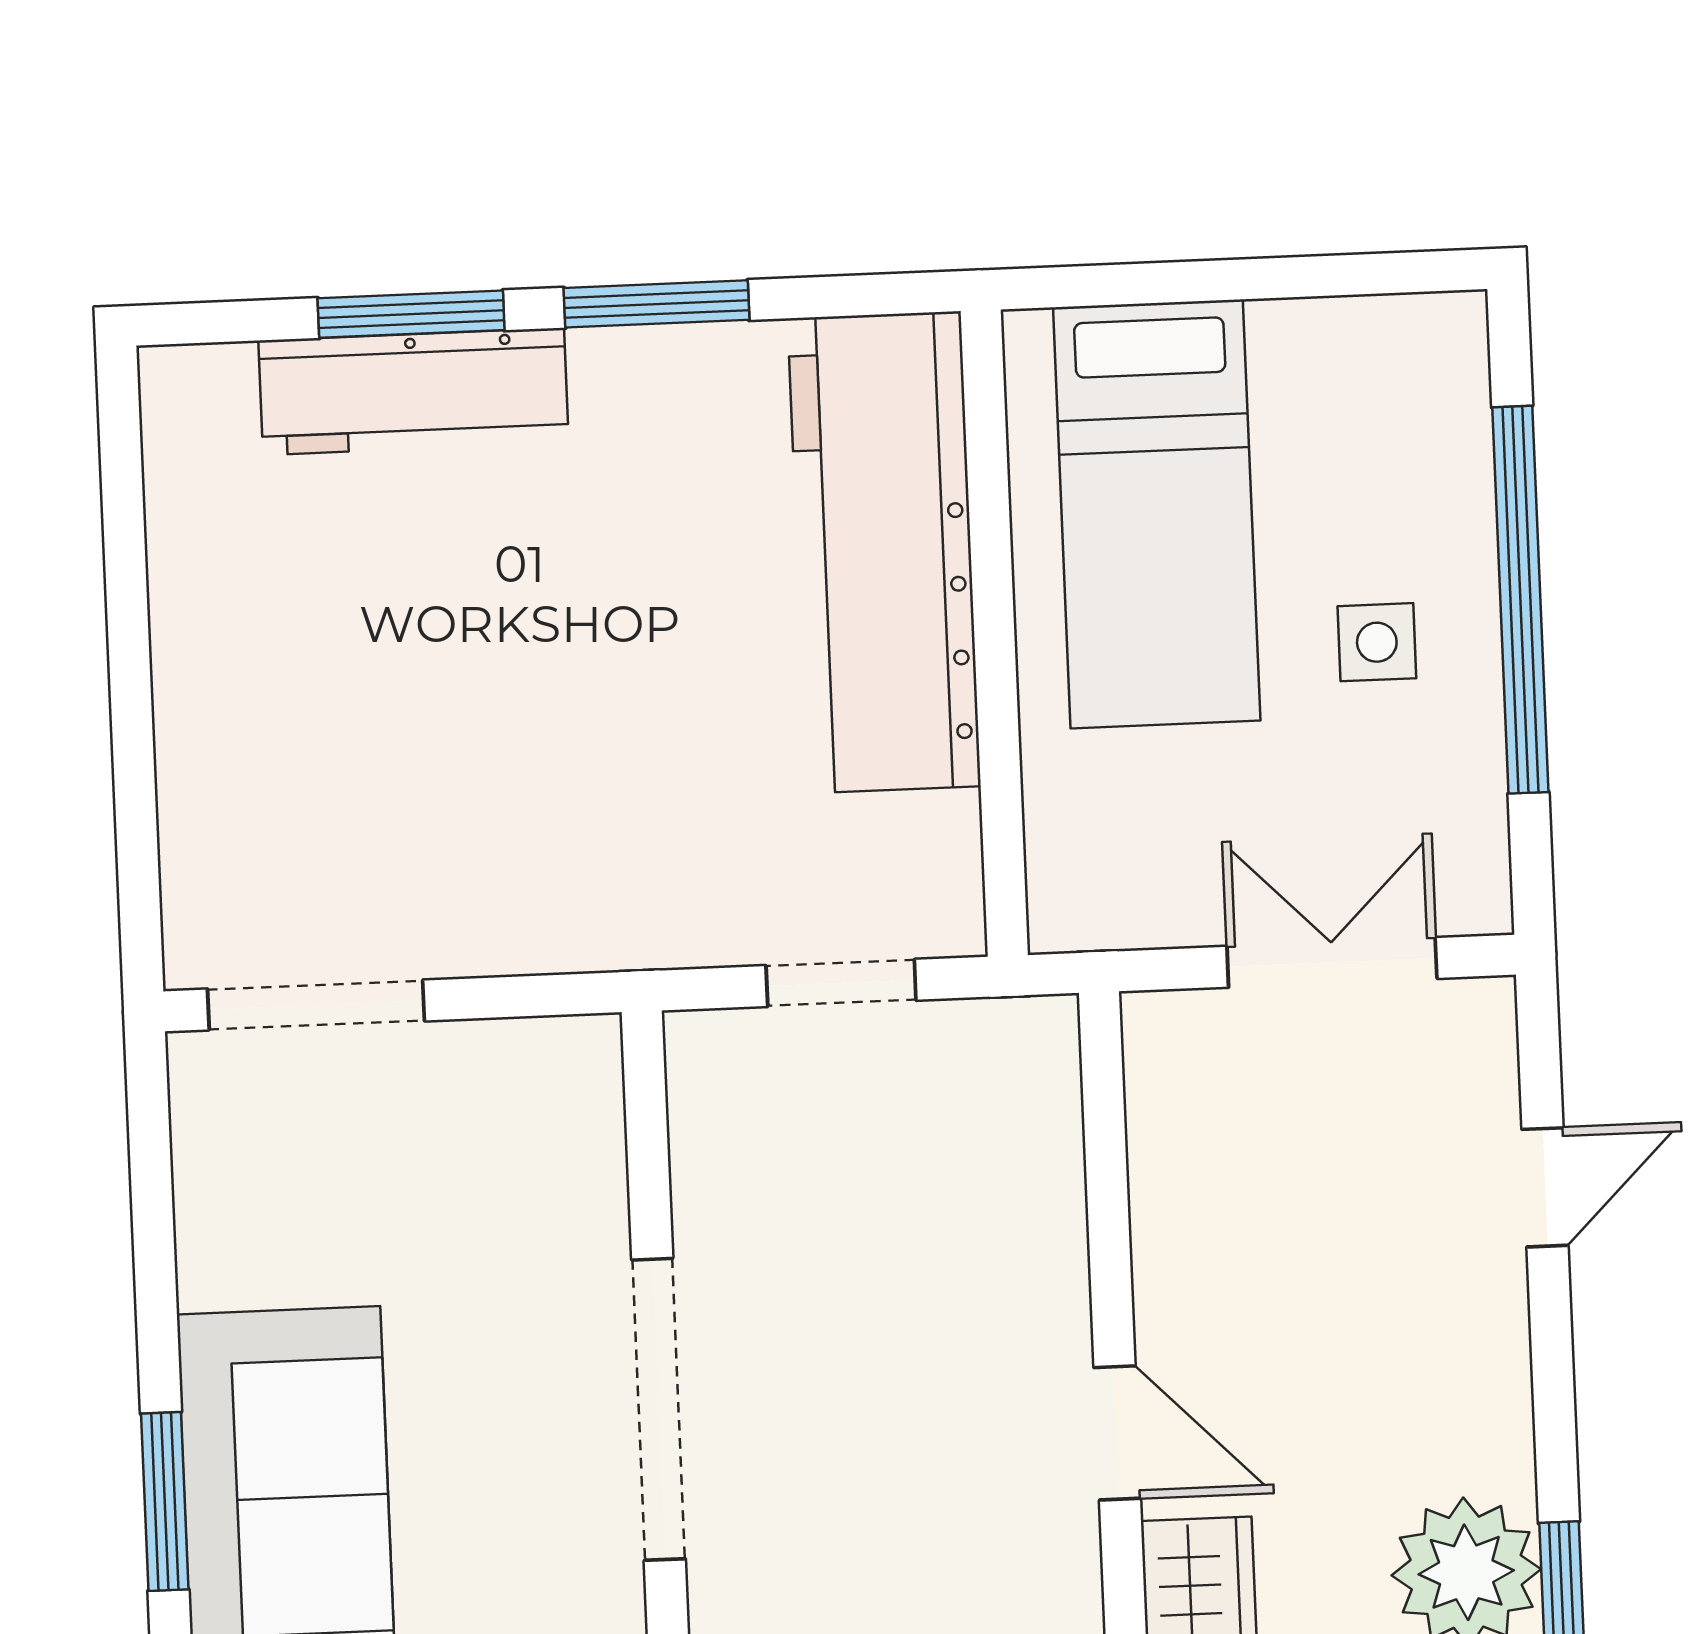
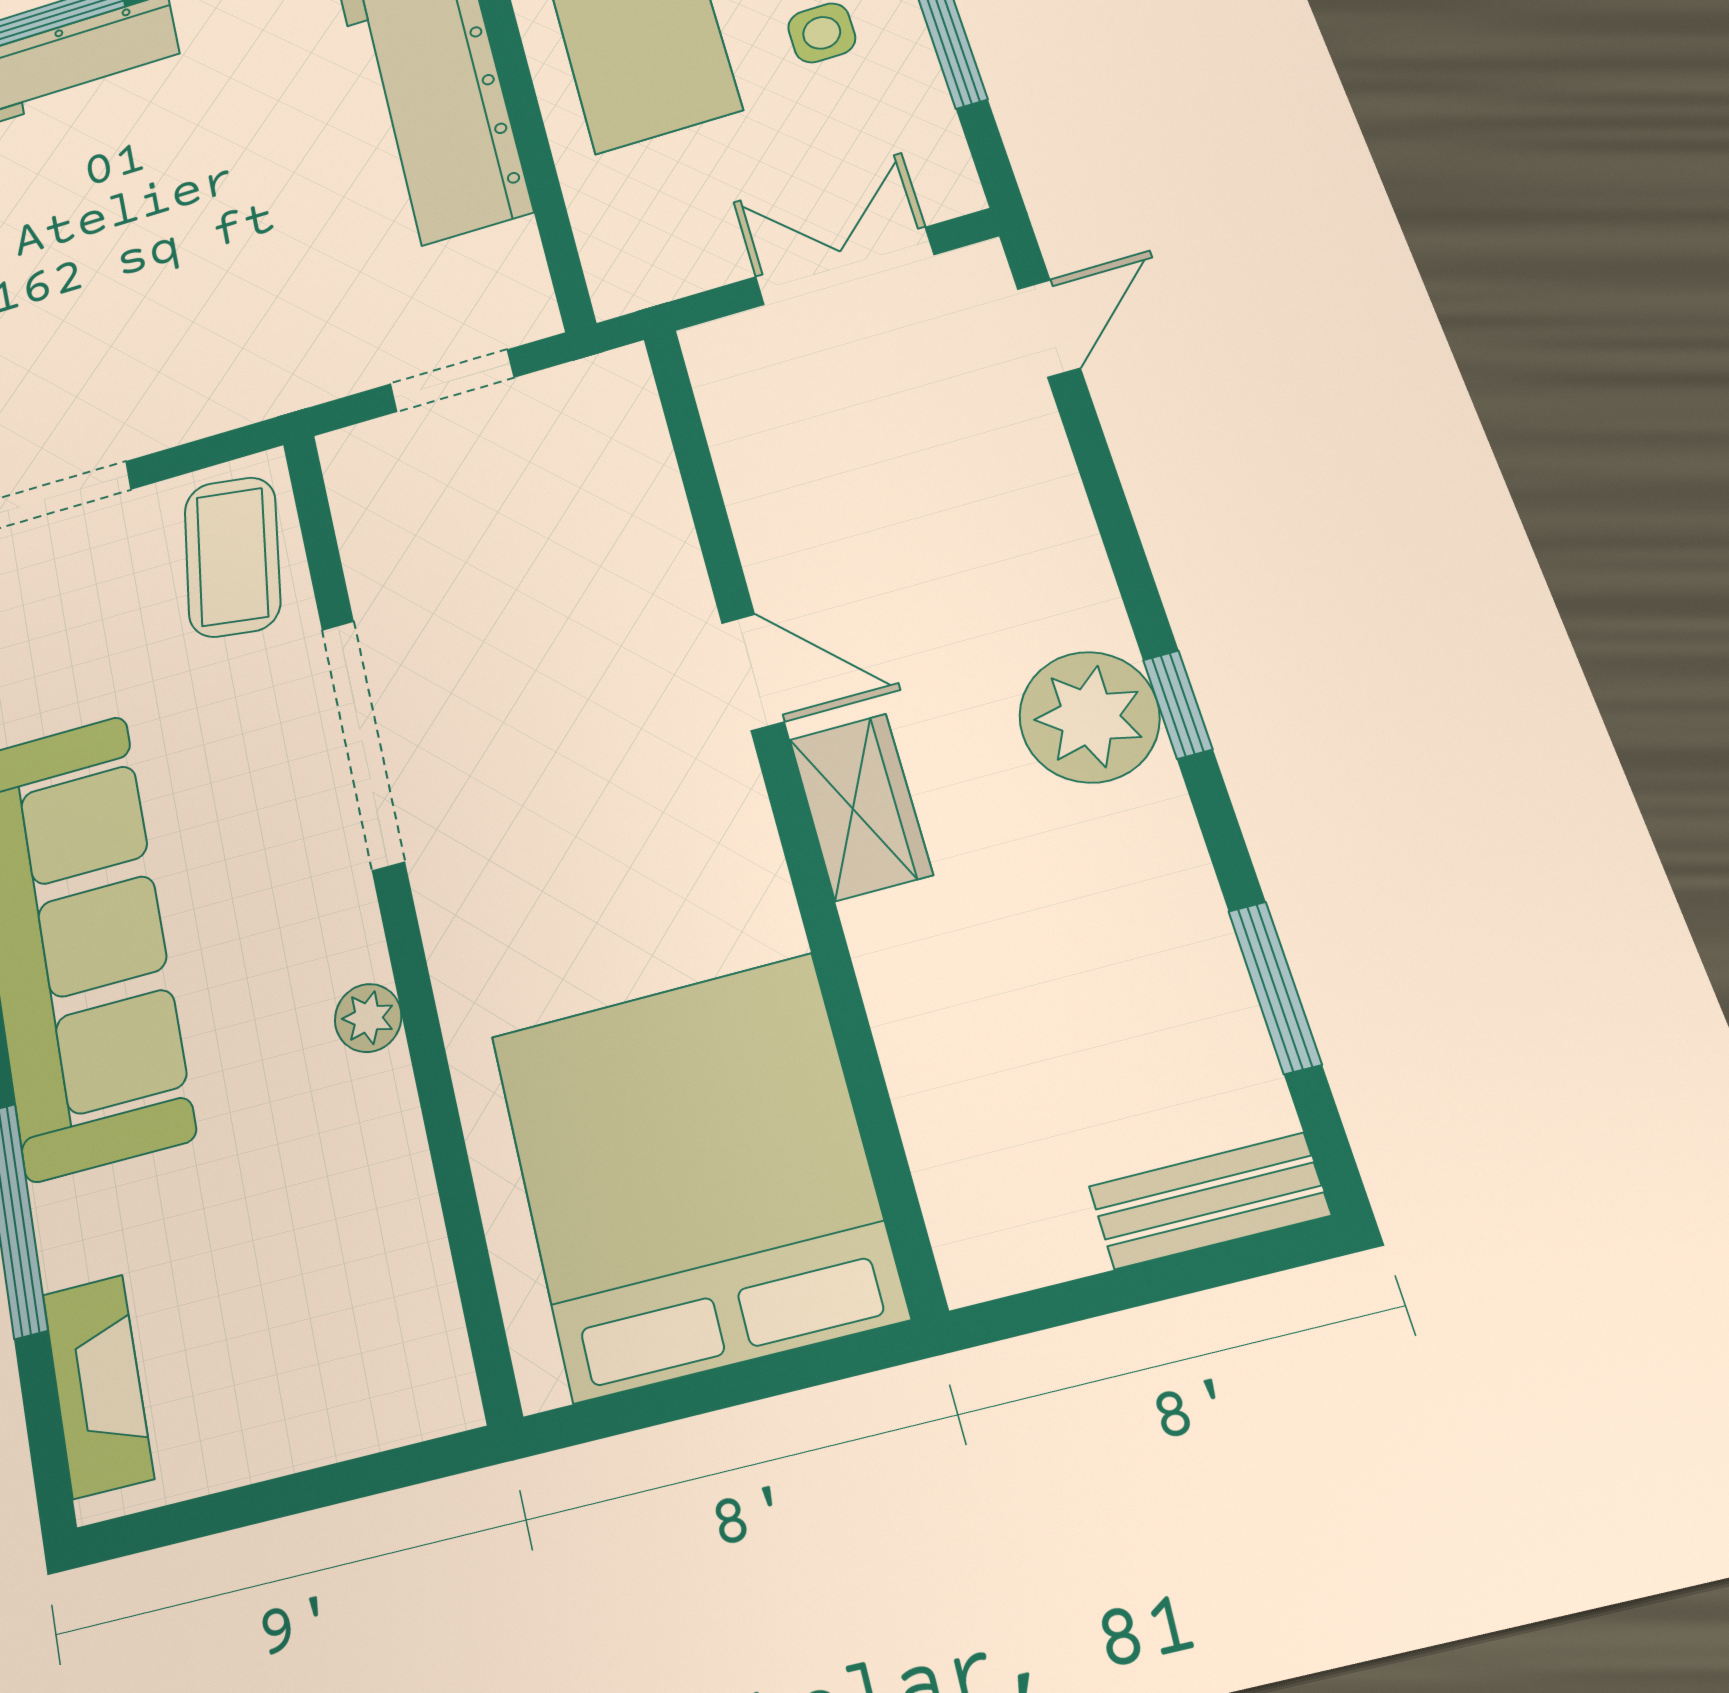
coffee table: (538, 1140) -> (232, 557), added
door: (1545, 1187) -> (1049, 328), moved

